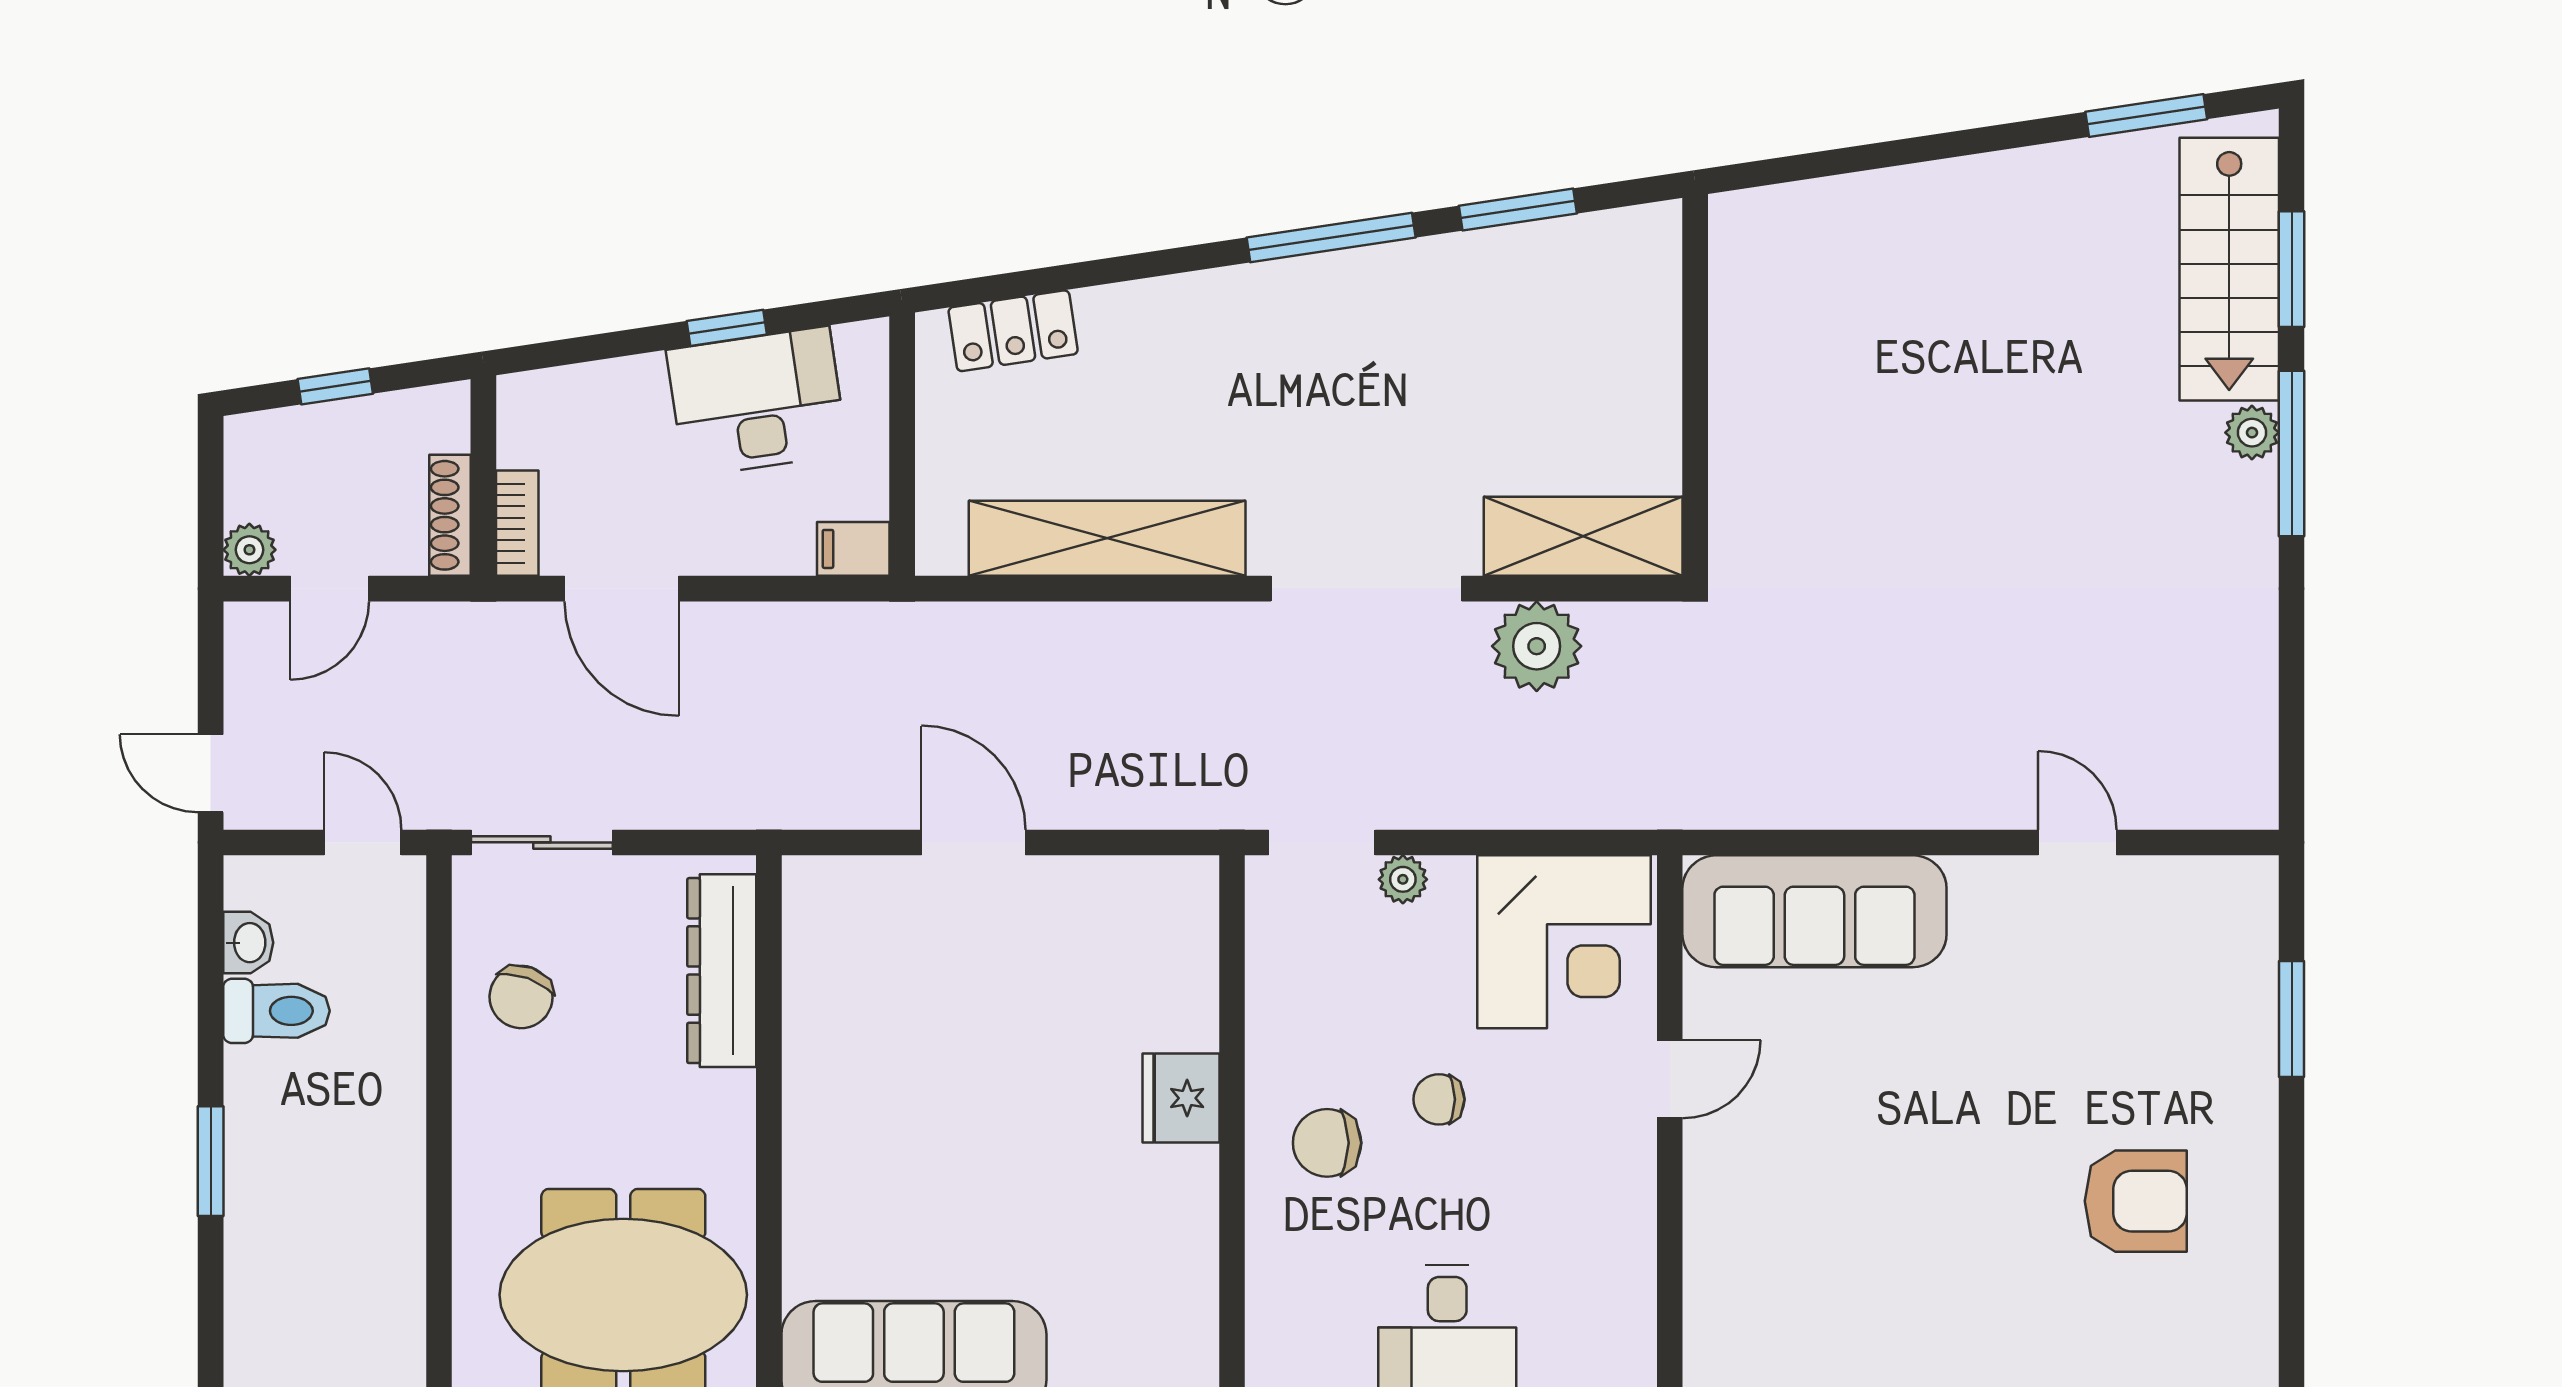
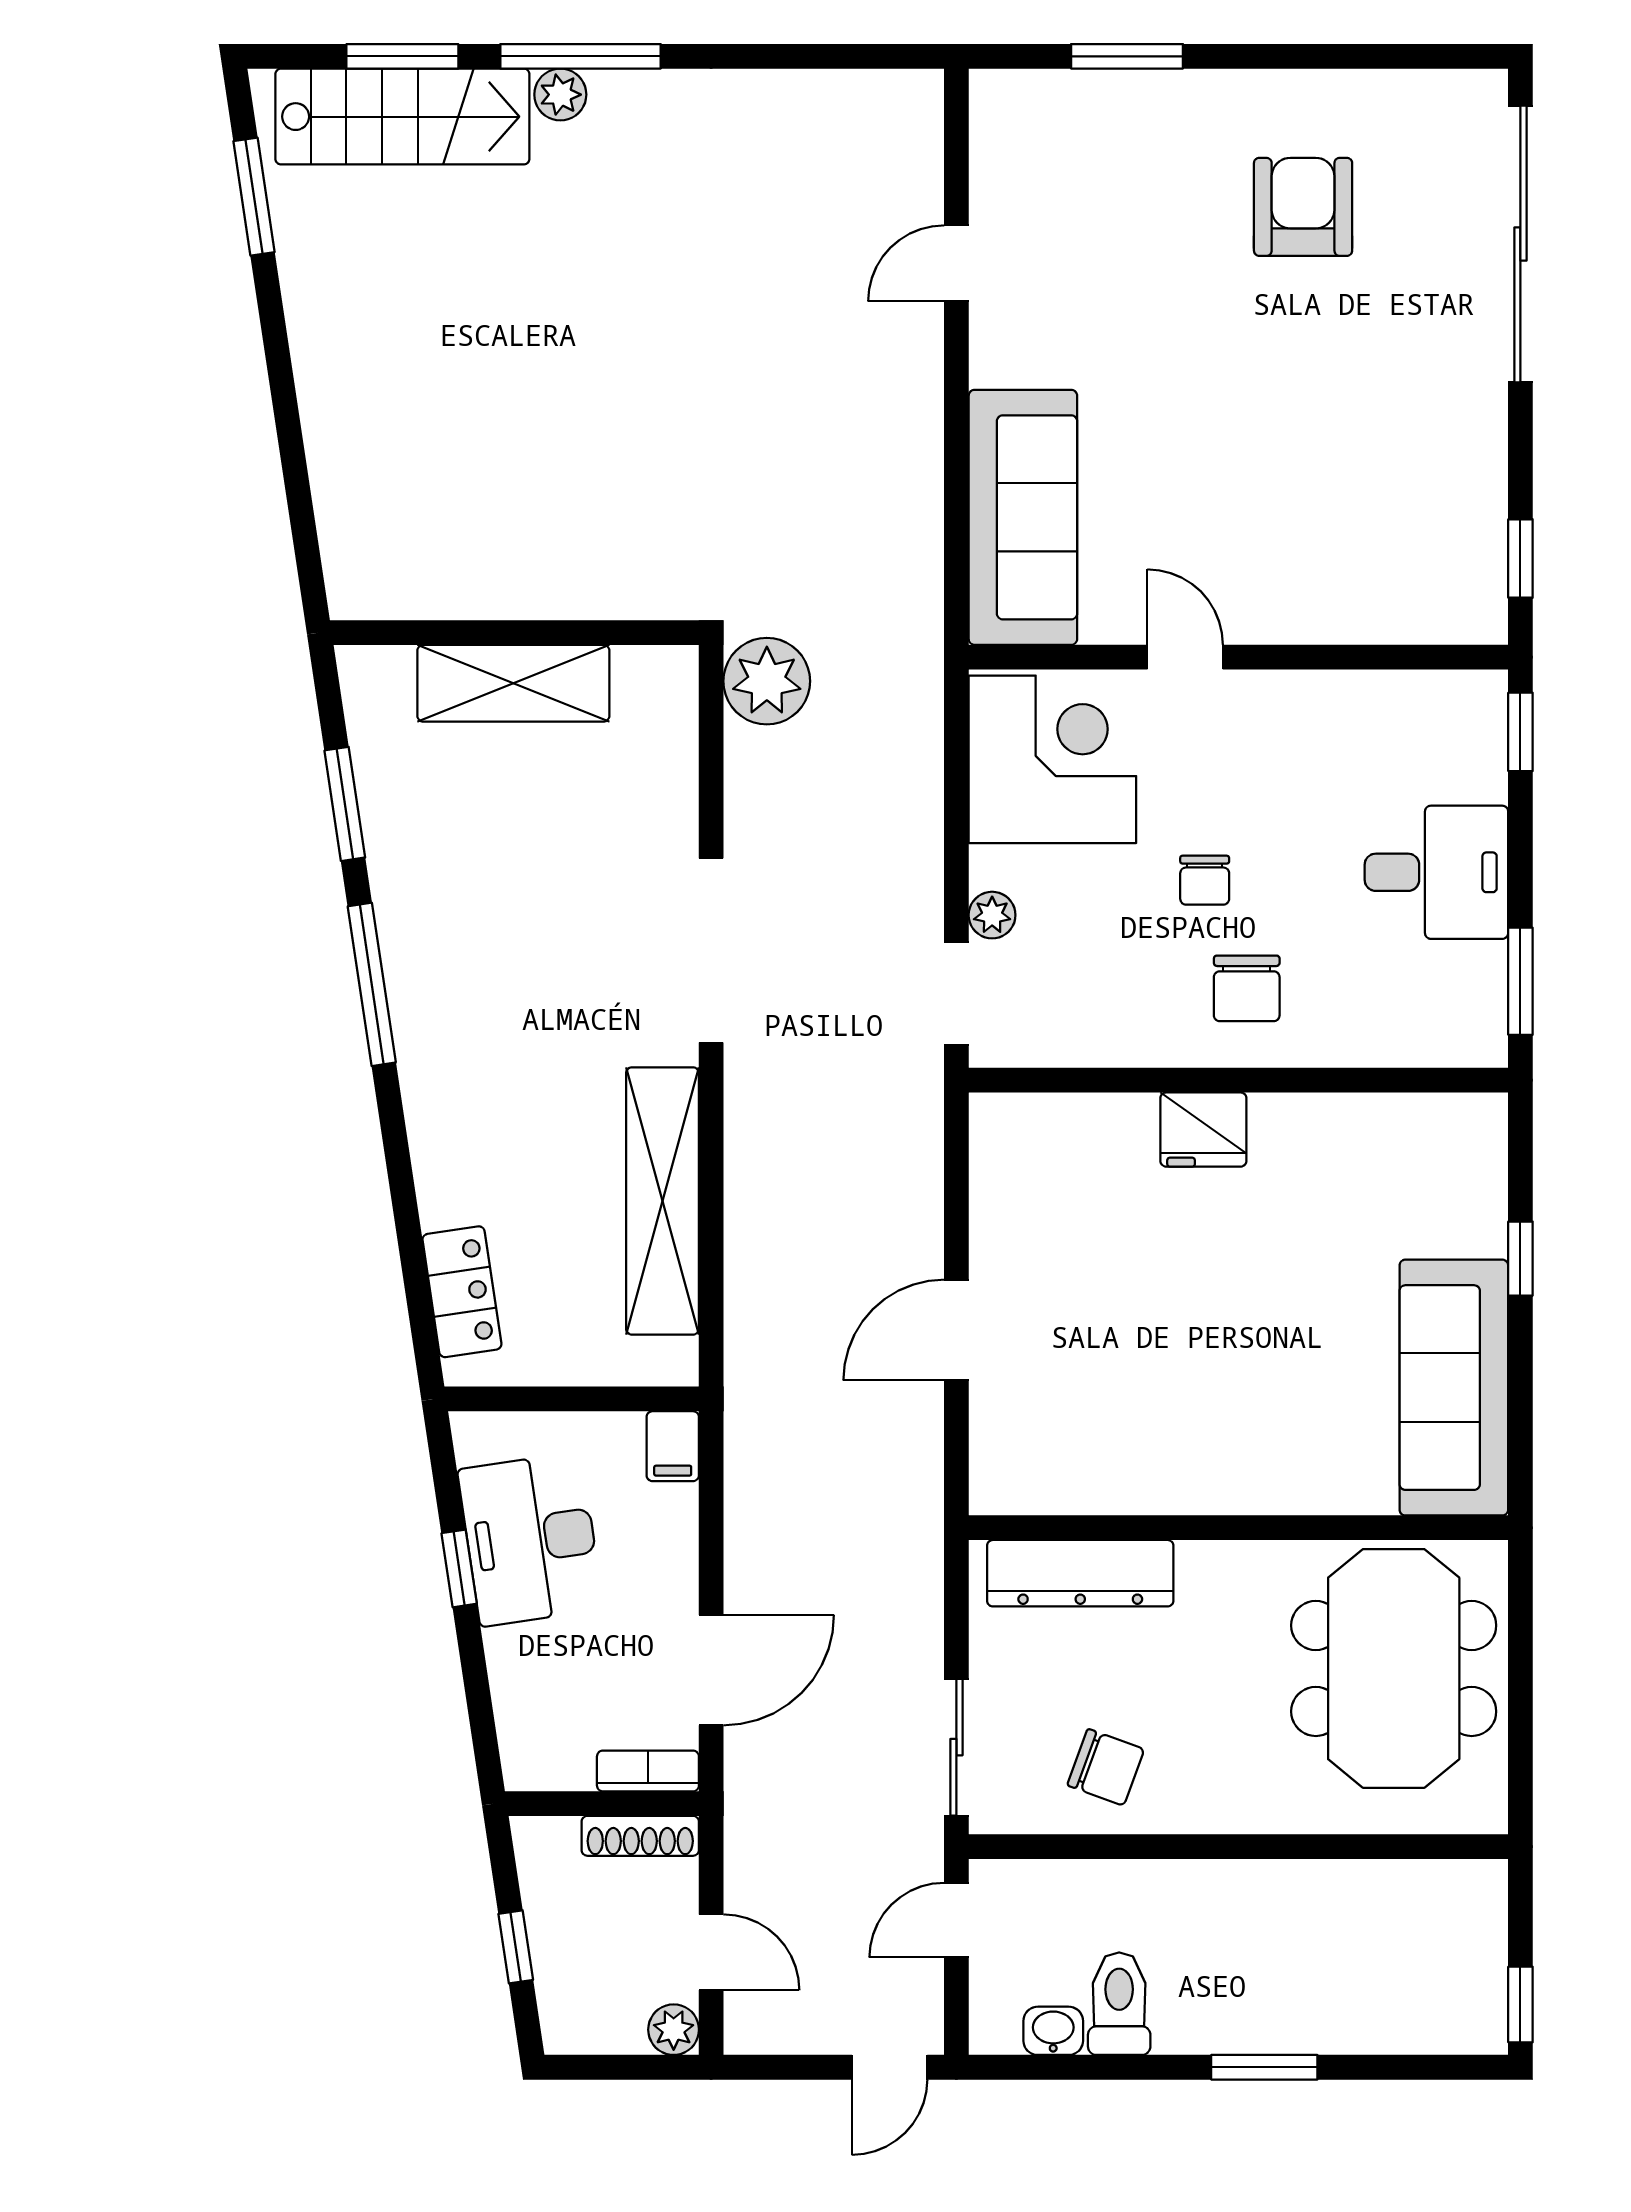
shelving: (1583, 536) -> (513, 683), moved, turned 90
plant: (1537, 646) -> (767, 681), moved

